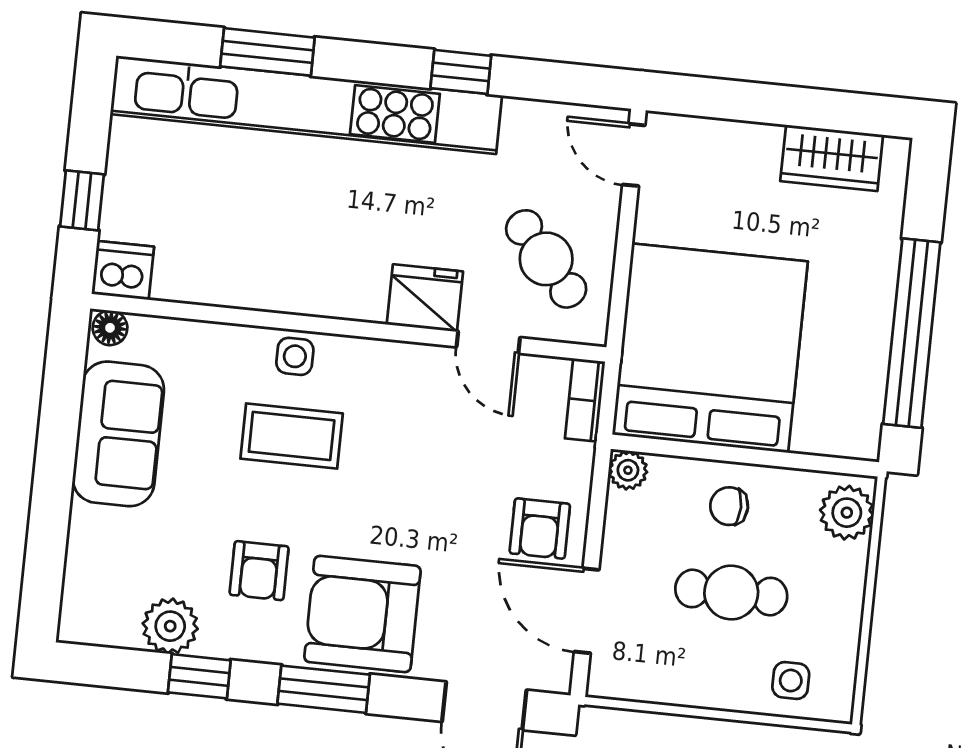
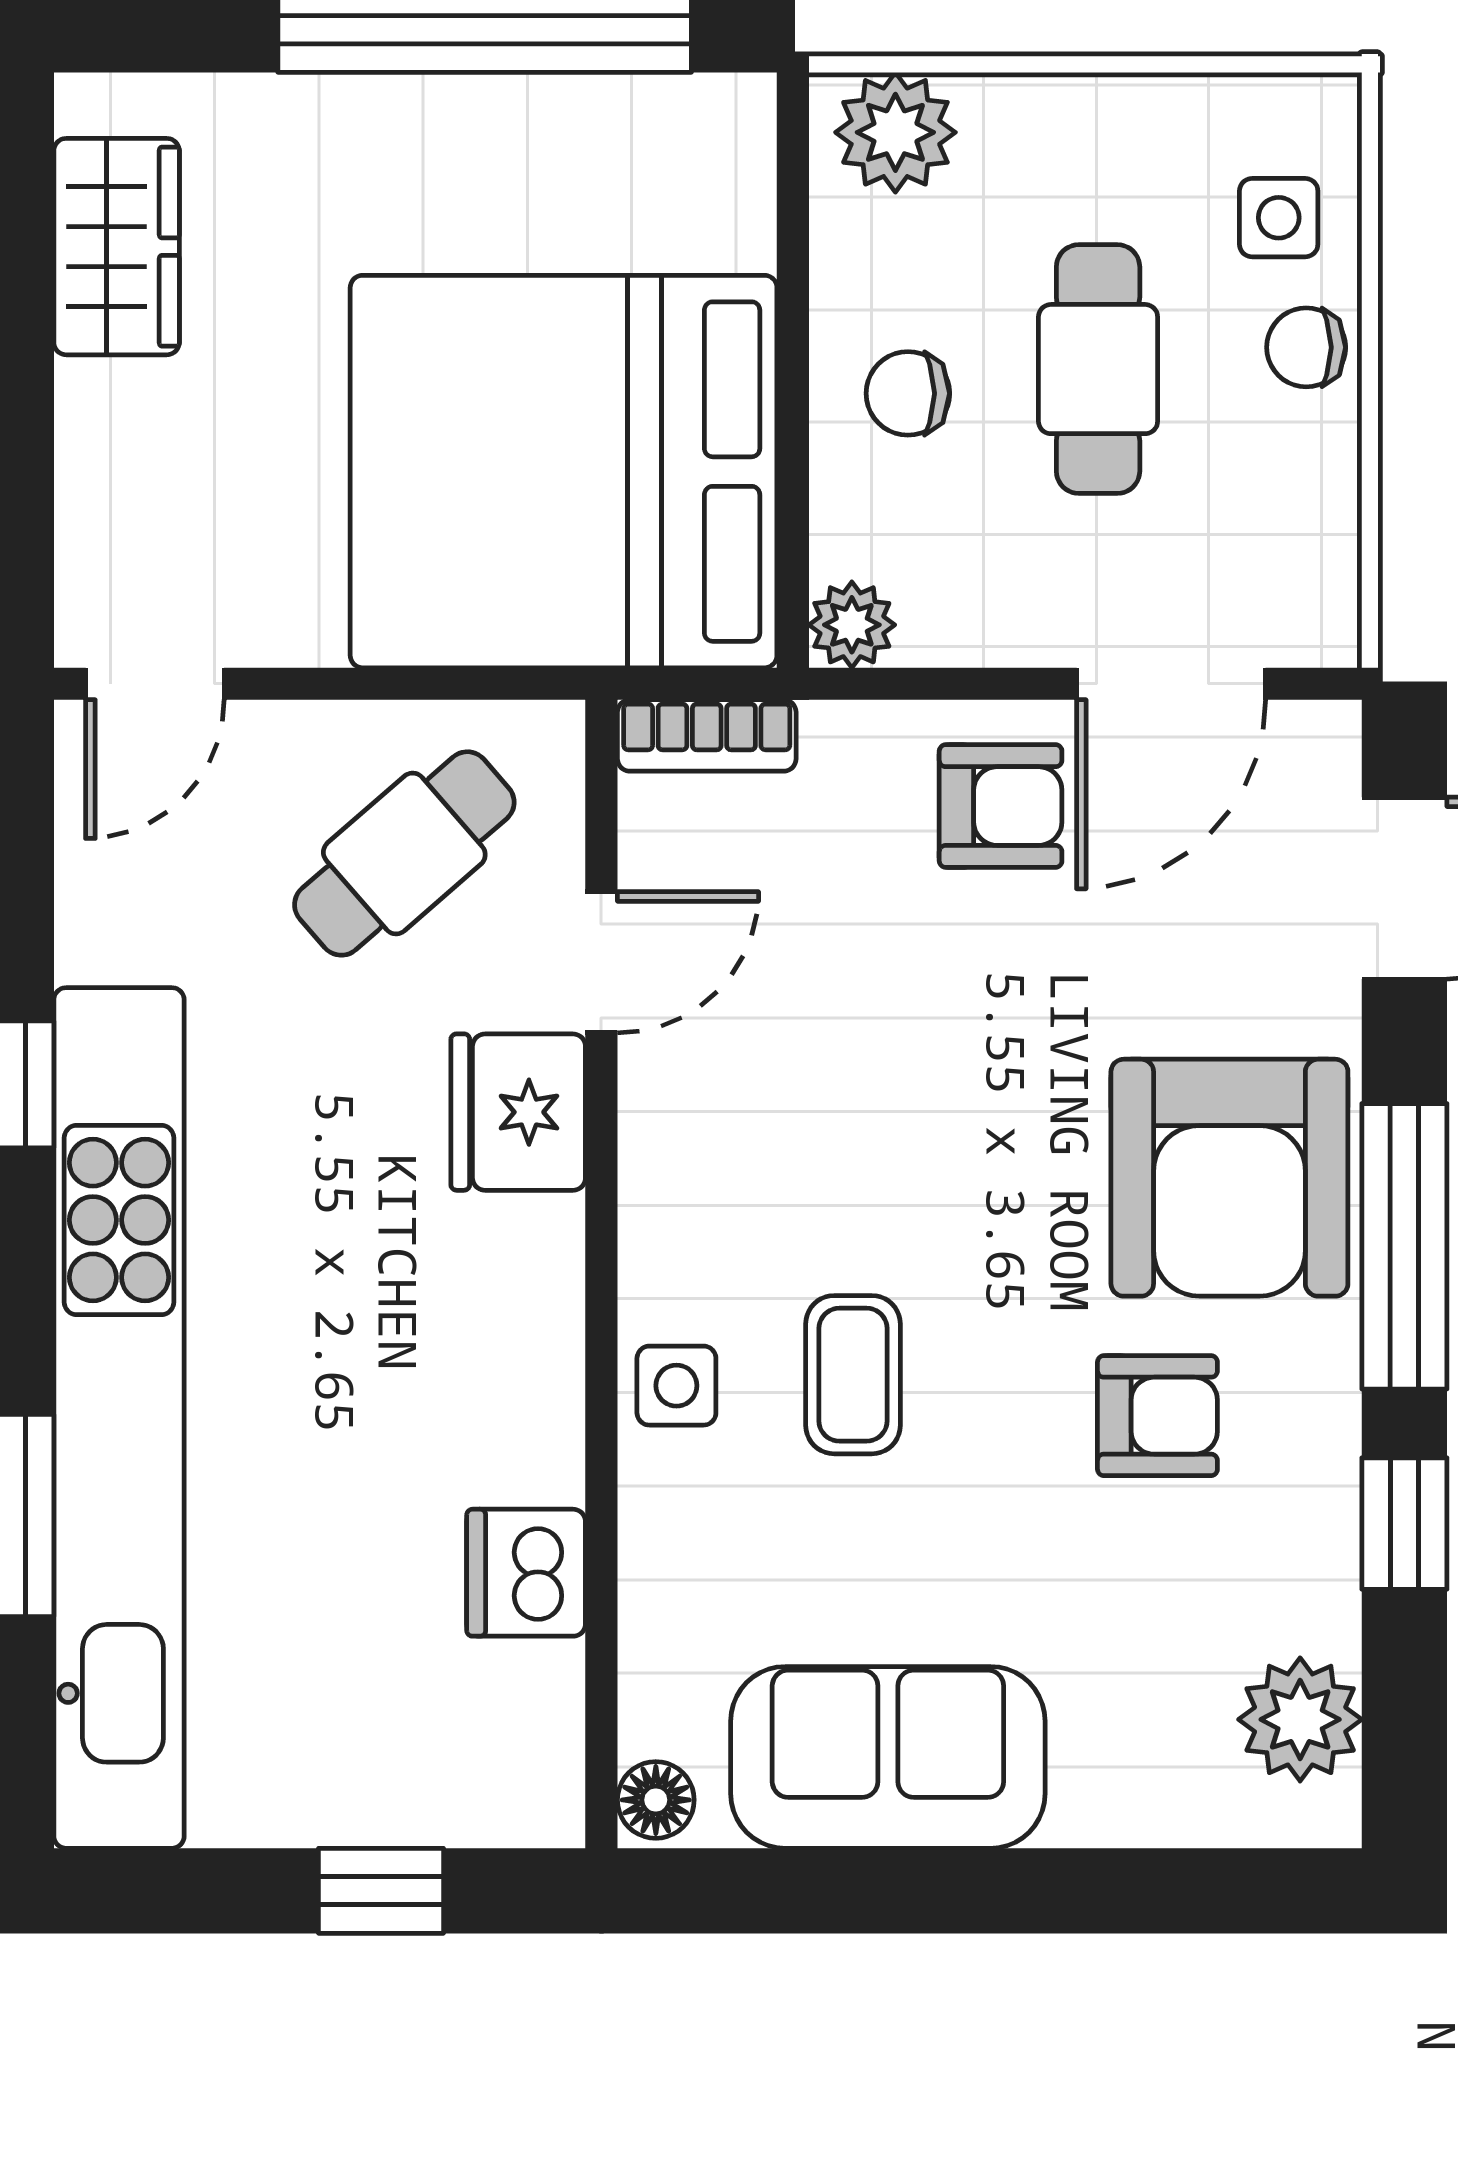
dishwasher: (123, 270) -> (526, 1573), moved
coffee table: (292, 436) -> (853, 1375), width x0.73, depth x0.77
chair: (729, 506) -> (908, 393), turned 90
plant: (170, 626) -> (1300, 1719), moved
chair: (731, 687) -> (1306, 347), added
window: (324, 689) -> (1404, 1246), width x1.44

